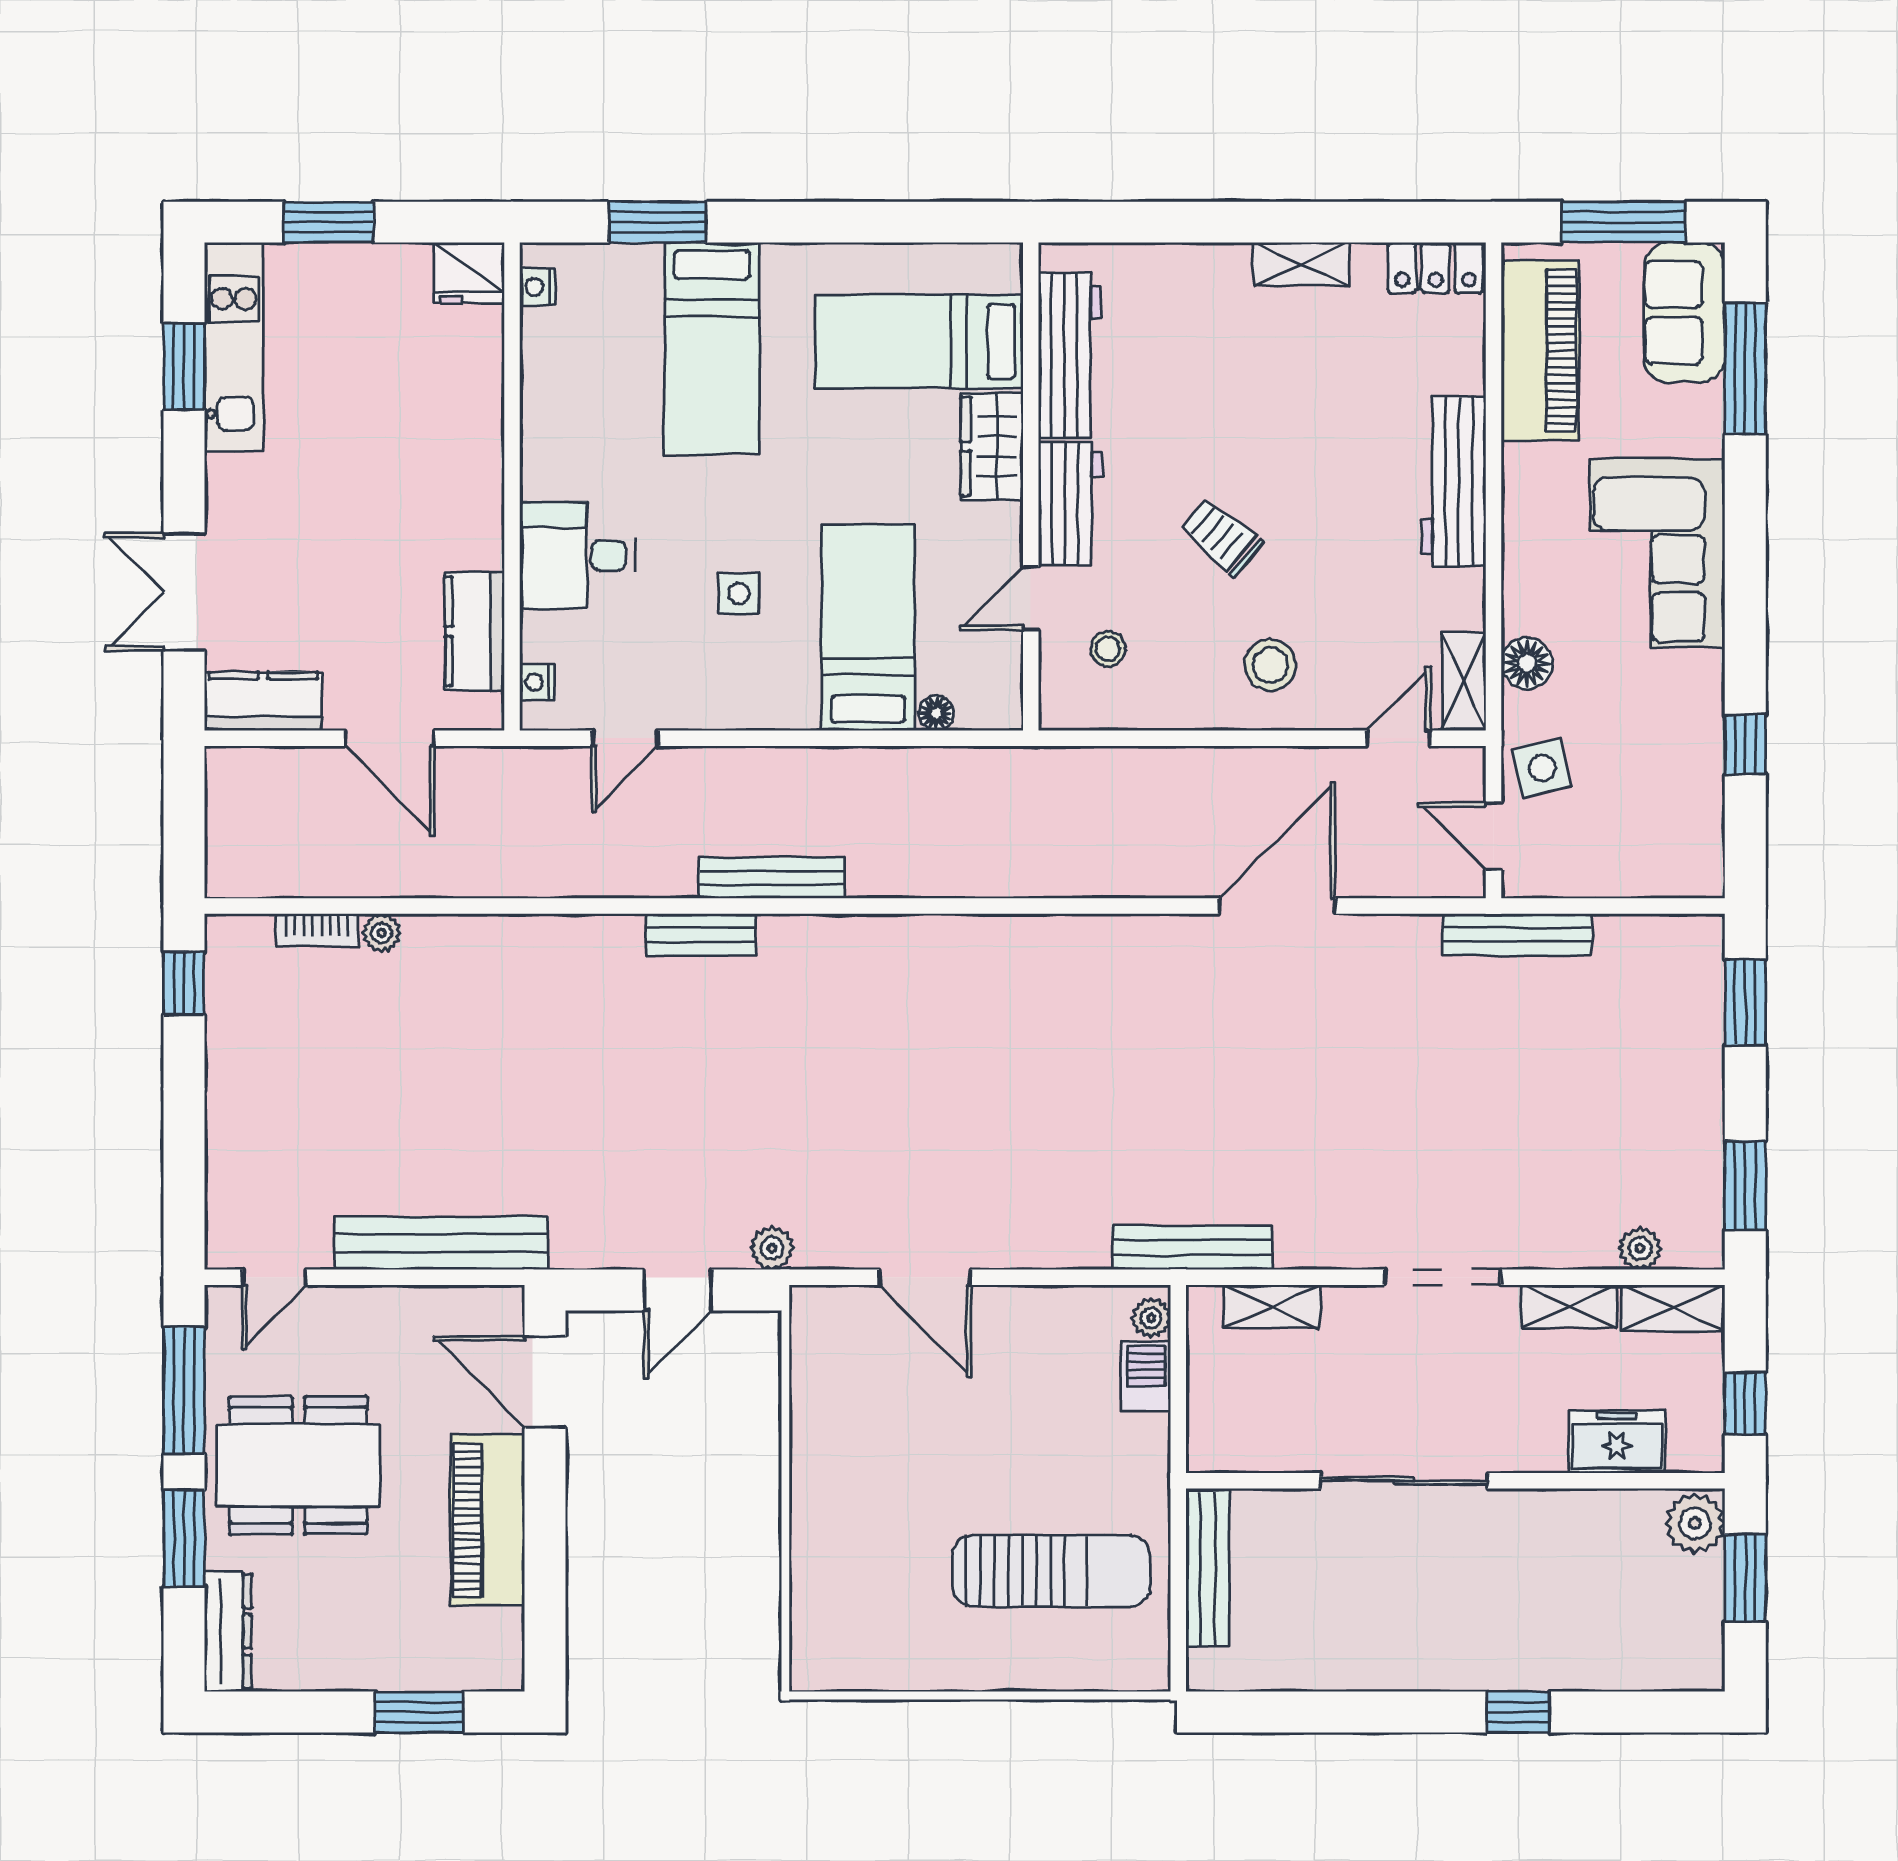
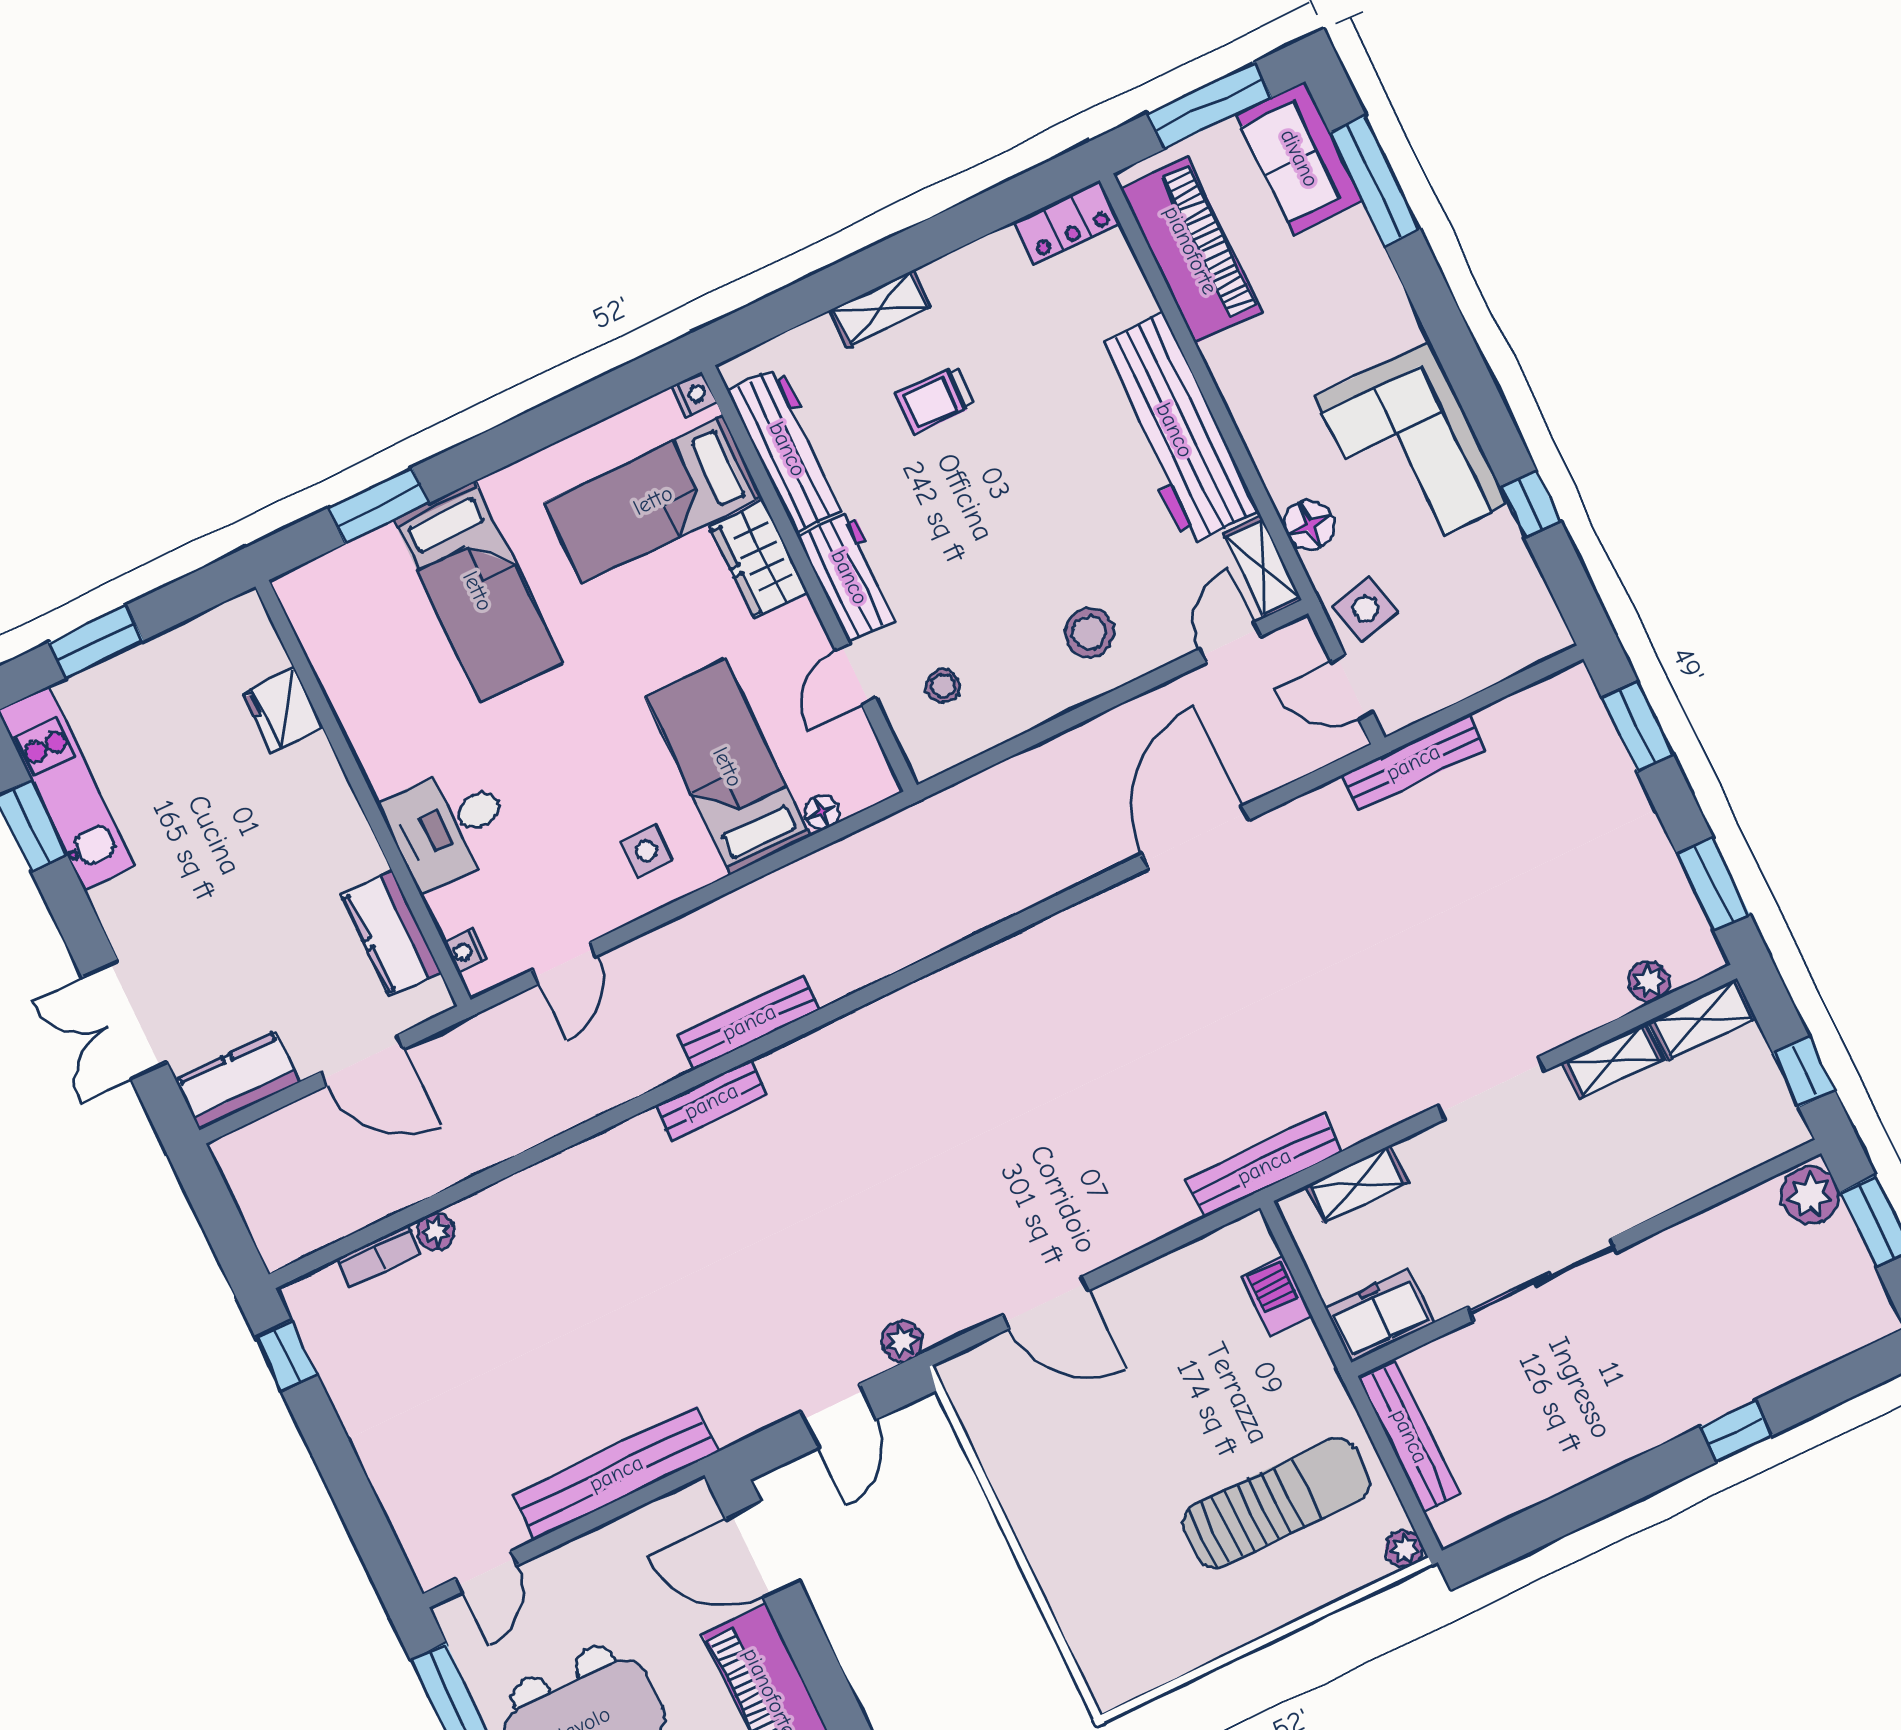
shelving: (1301, 264) -> (880, 309), moved
fridge: (469, 273) -> (283, 710), moved, turned 90
nightstand: (537, 287) -> (694, 395), moved, turned 180
workbench: (1454, 481) -> (1175, 430), width x1.36, depth x1.32
trolley: (1221, 537) -> (935, 400), moved, turned -40
corner sofa: (1657, 553) -> (1412, 450), moved
side table: (739, 593) -> (646, 851), moved
plant: (1151, 1318) -> (1404, 1549), moved
freezer: (1617, 1442) -> (1380, 1316), moved

